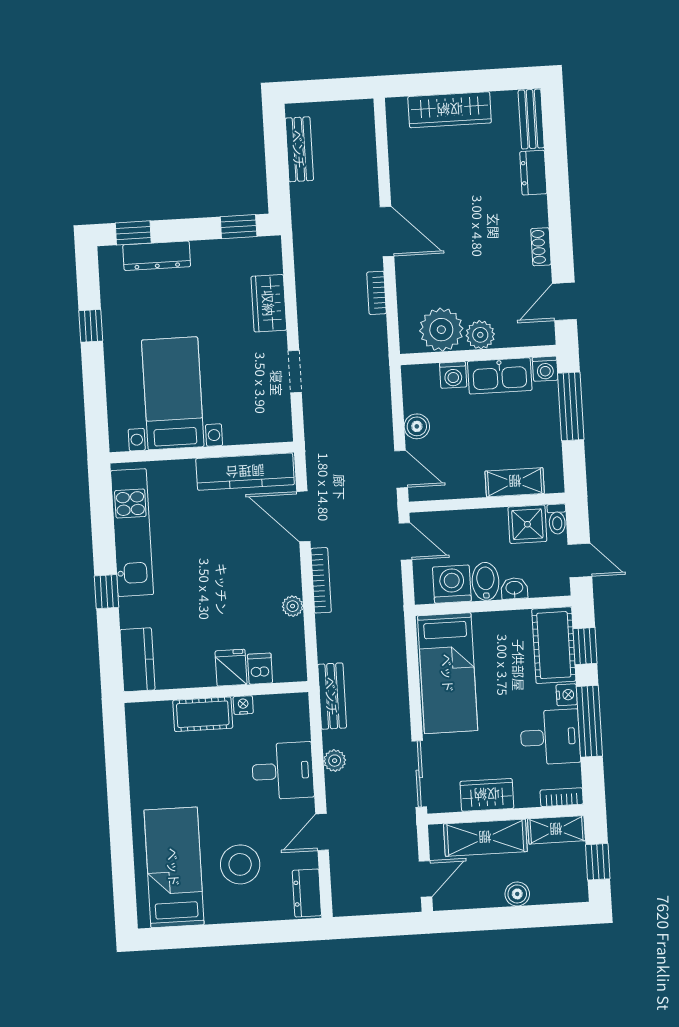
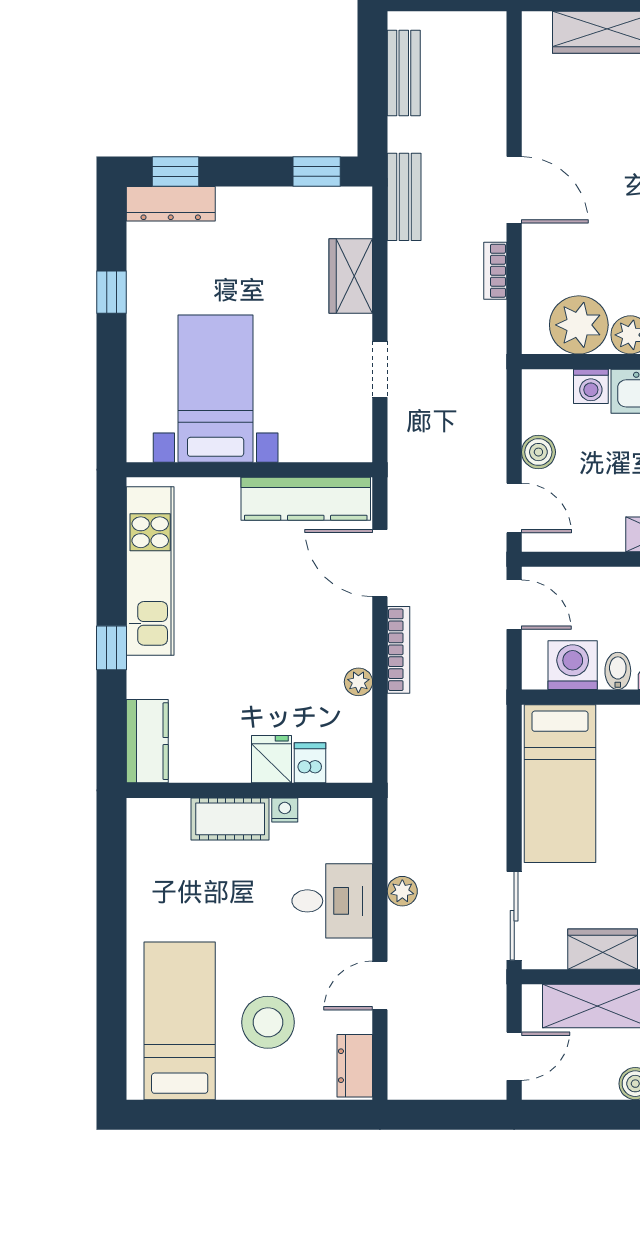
dresser: (157, 256) -> (171, 204), moved
bidet: (486, 581) -> (618, 671), width x0.72, depth x0.74
bench: (332, 696) -> (404, 197), moved

